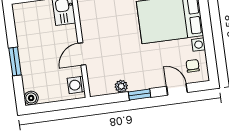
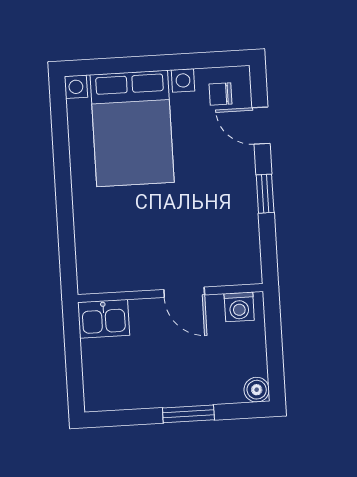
plant: (121, 86) -> (248, 226), removed
door: (177, 89) -> (261, 126), hinge flipped

